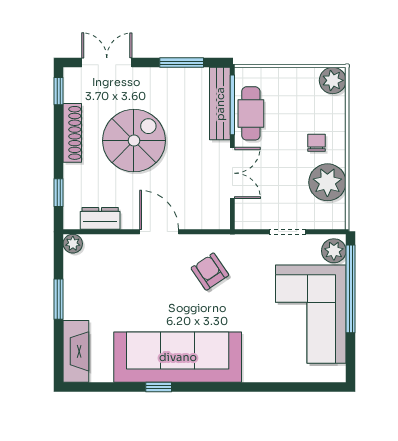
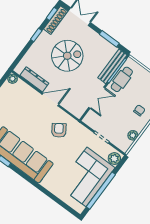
shoe rack: (72, 133) -> (56, 20), moved
plant: (327, 182) -> (133, 135), width x0.53, depth x0.53
window: (59, 193) -> (36, 35), moved
dresser: (100, 218) -> (34, 79), width x1.44
door: (159, 232) -> (50, 99), hinge flipped
window: (351, 289) -> (101, 191), moved

